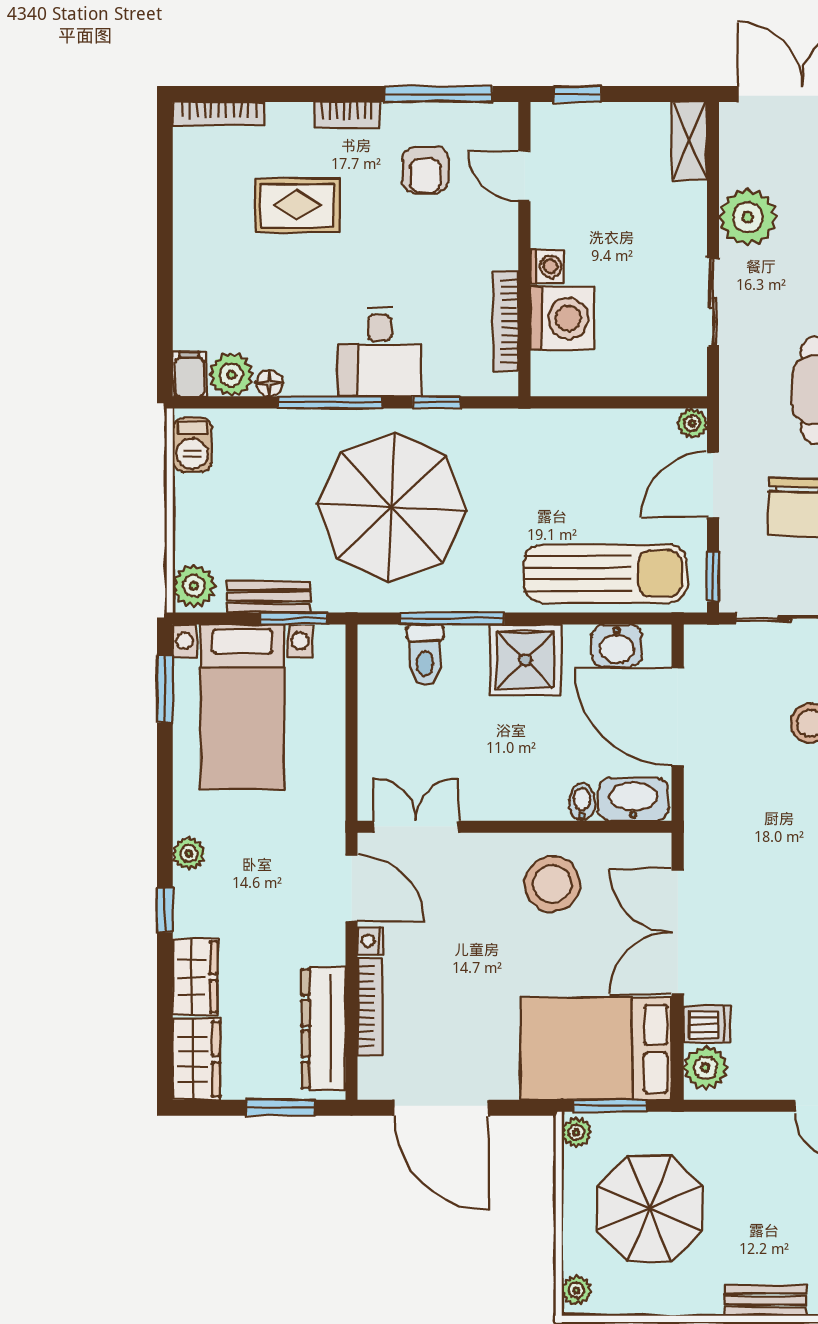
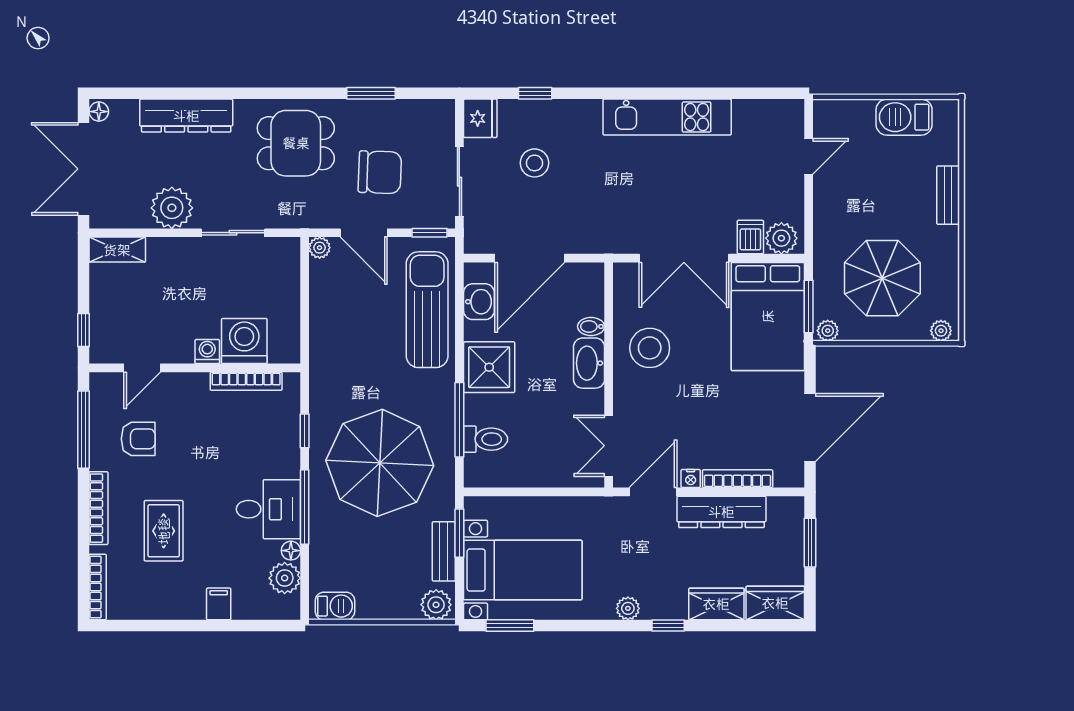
bookcase: (347, 115) -> (99, 508), width x1.56
desk: (380, 352) -> (268, 509), moved
filing cabinet: (189, 374) -> (219, 604), moved, turned 90
washbasin: (633, 799) -> (589, 363), moved
dresser: (324, 1028) -> (721, 512), moved

